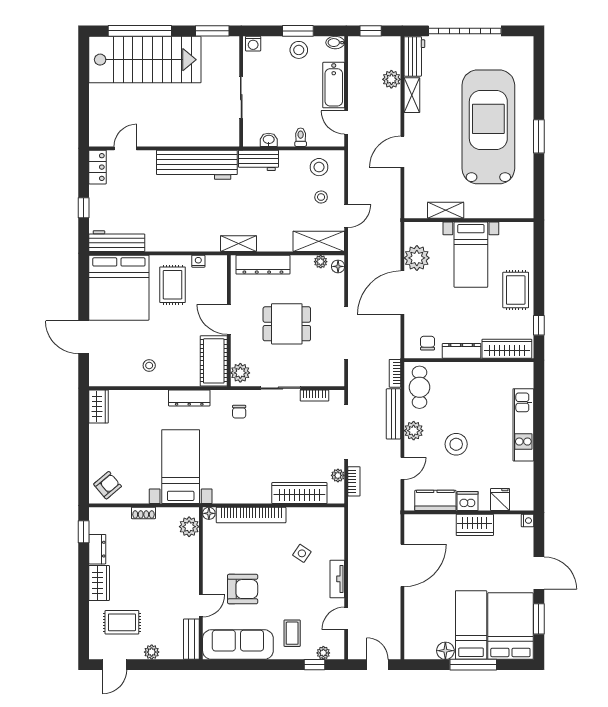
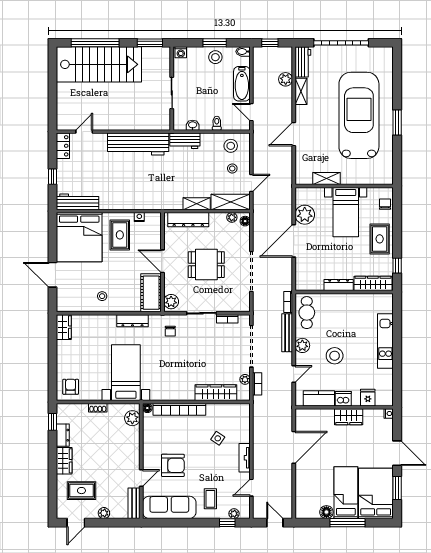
shelving: (239, 244) -> (197, 204), moved
chair: (427, 343) -> (385, 204), moved
armchair: (108, 485) -> (71, 387), turned -50

